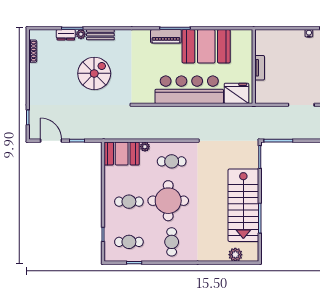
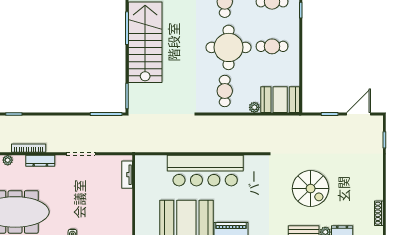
tv unit: (260, 68) -> (127, 175), moved
spiral stairs: (94, 73) -> (311, 189), turned -90
fridge: (236, 93) -> (153, 167), removed
door: (51, 141) -> (359, 114), swing flipped
cafe table: (172, 161) -> (225, 91), turned 90

